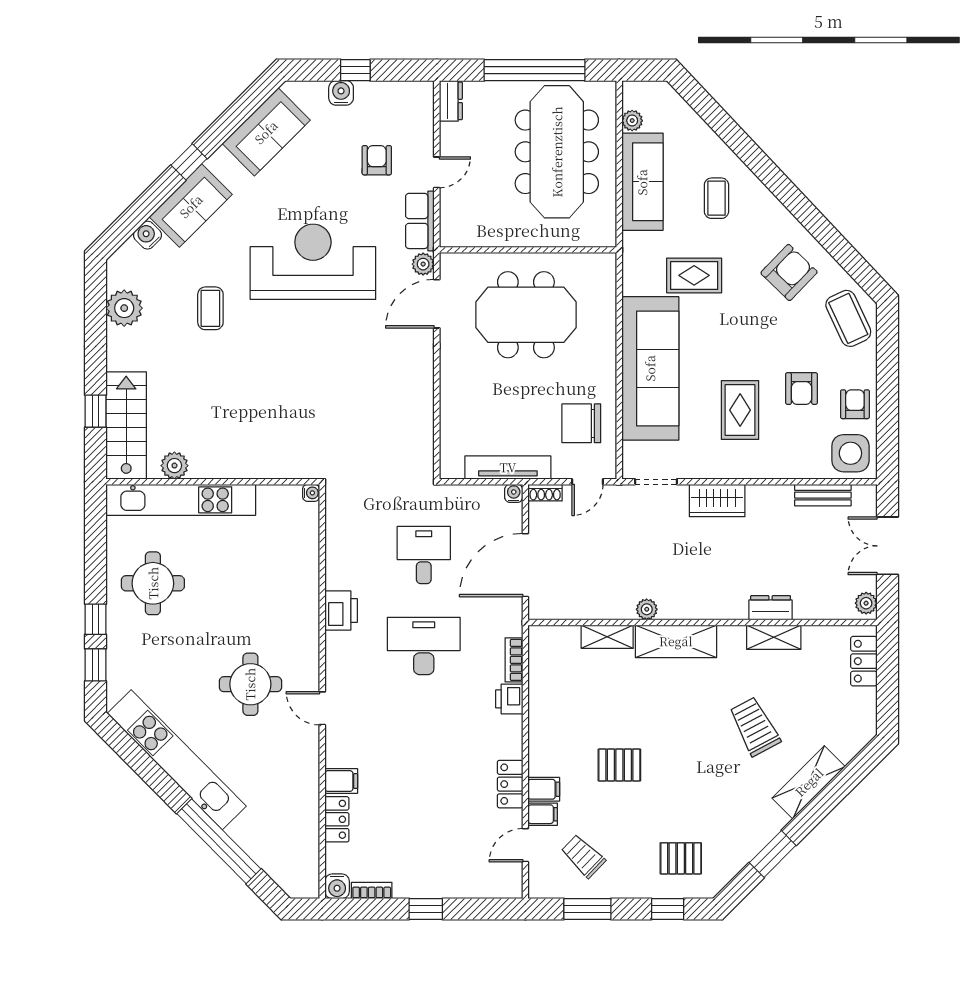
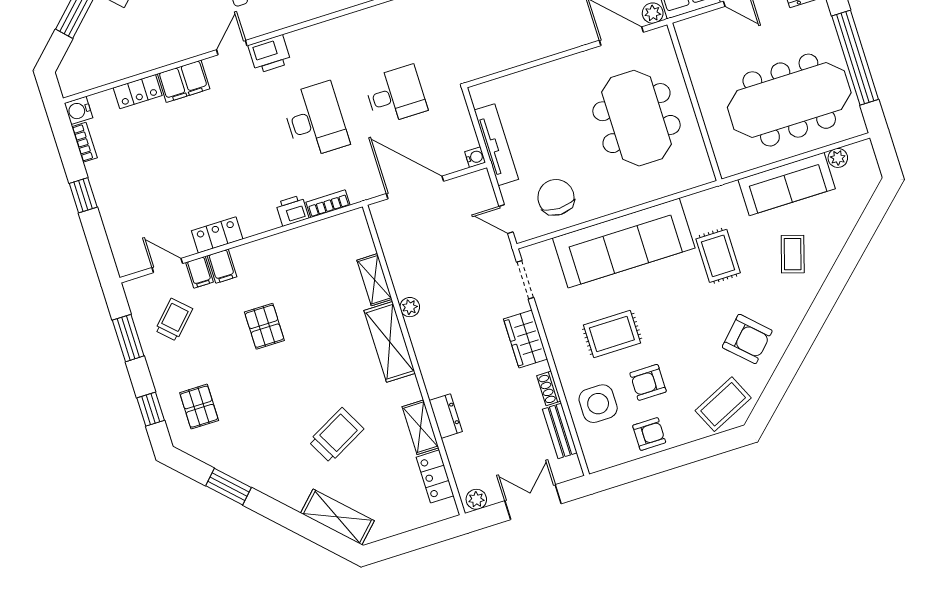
coffee table: (716, 198) -> (793, 254), turned -73
side table: (850, 453) -> (598, 404), moved
shoe rack: (545, 493) -> (549, 388), moved
printer: (341, 611) -> (270, 54), moved
locker: (864, 661) -> (435, 476), moved, turned -90
filing cabinet: (341, 781) -> (184, 81), width x2.00
shelving: (809, 782) -> (337, 517), moved

